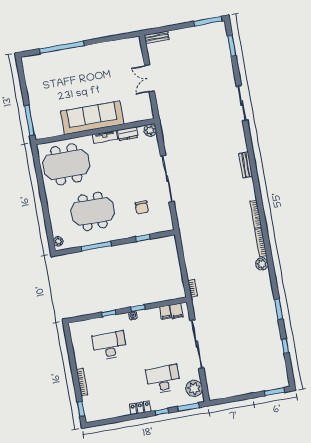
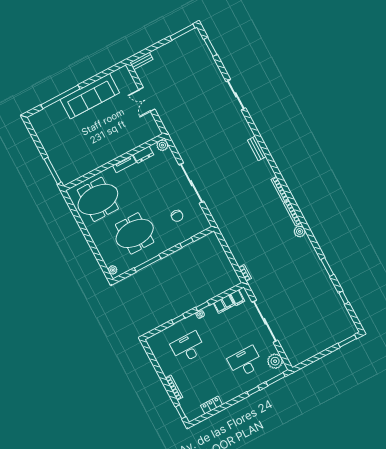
sofa: (92, 118) -> (90, 96), moved, turned 180
filing cabinet: (165, 312) -> (224, 304), width x2.00
locker: (140, 408) -> (212, 405), moved

